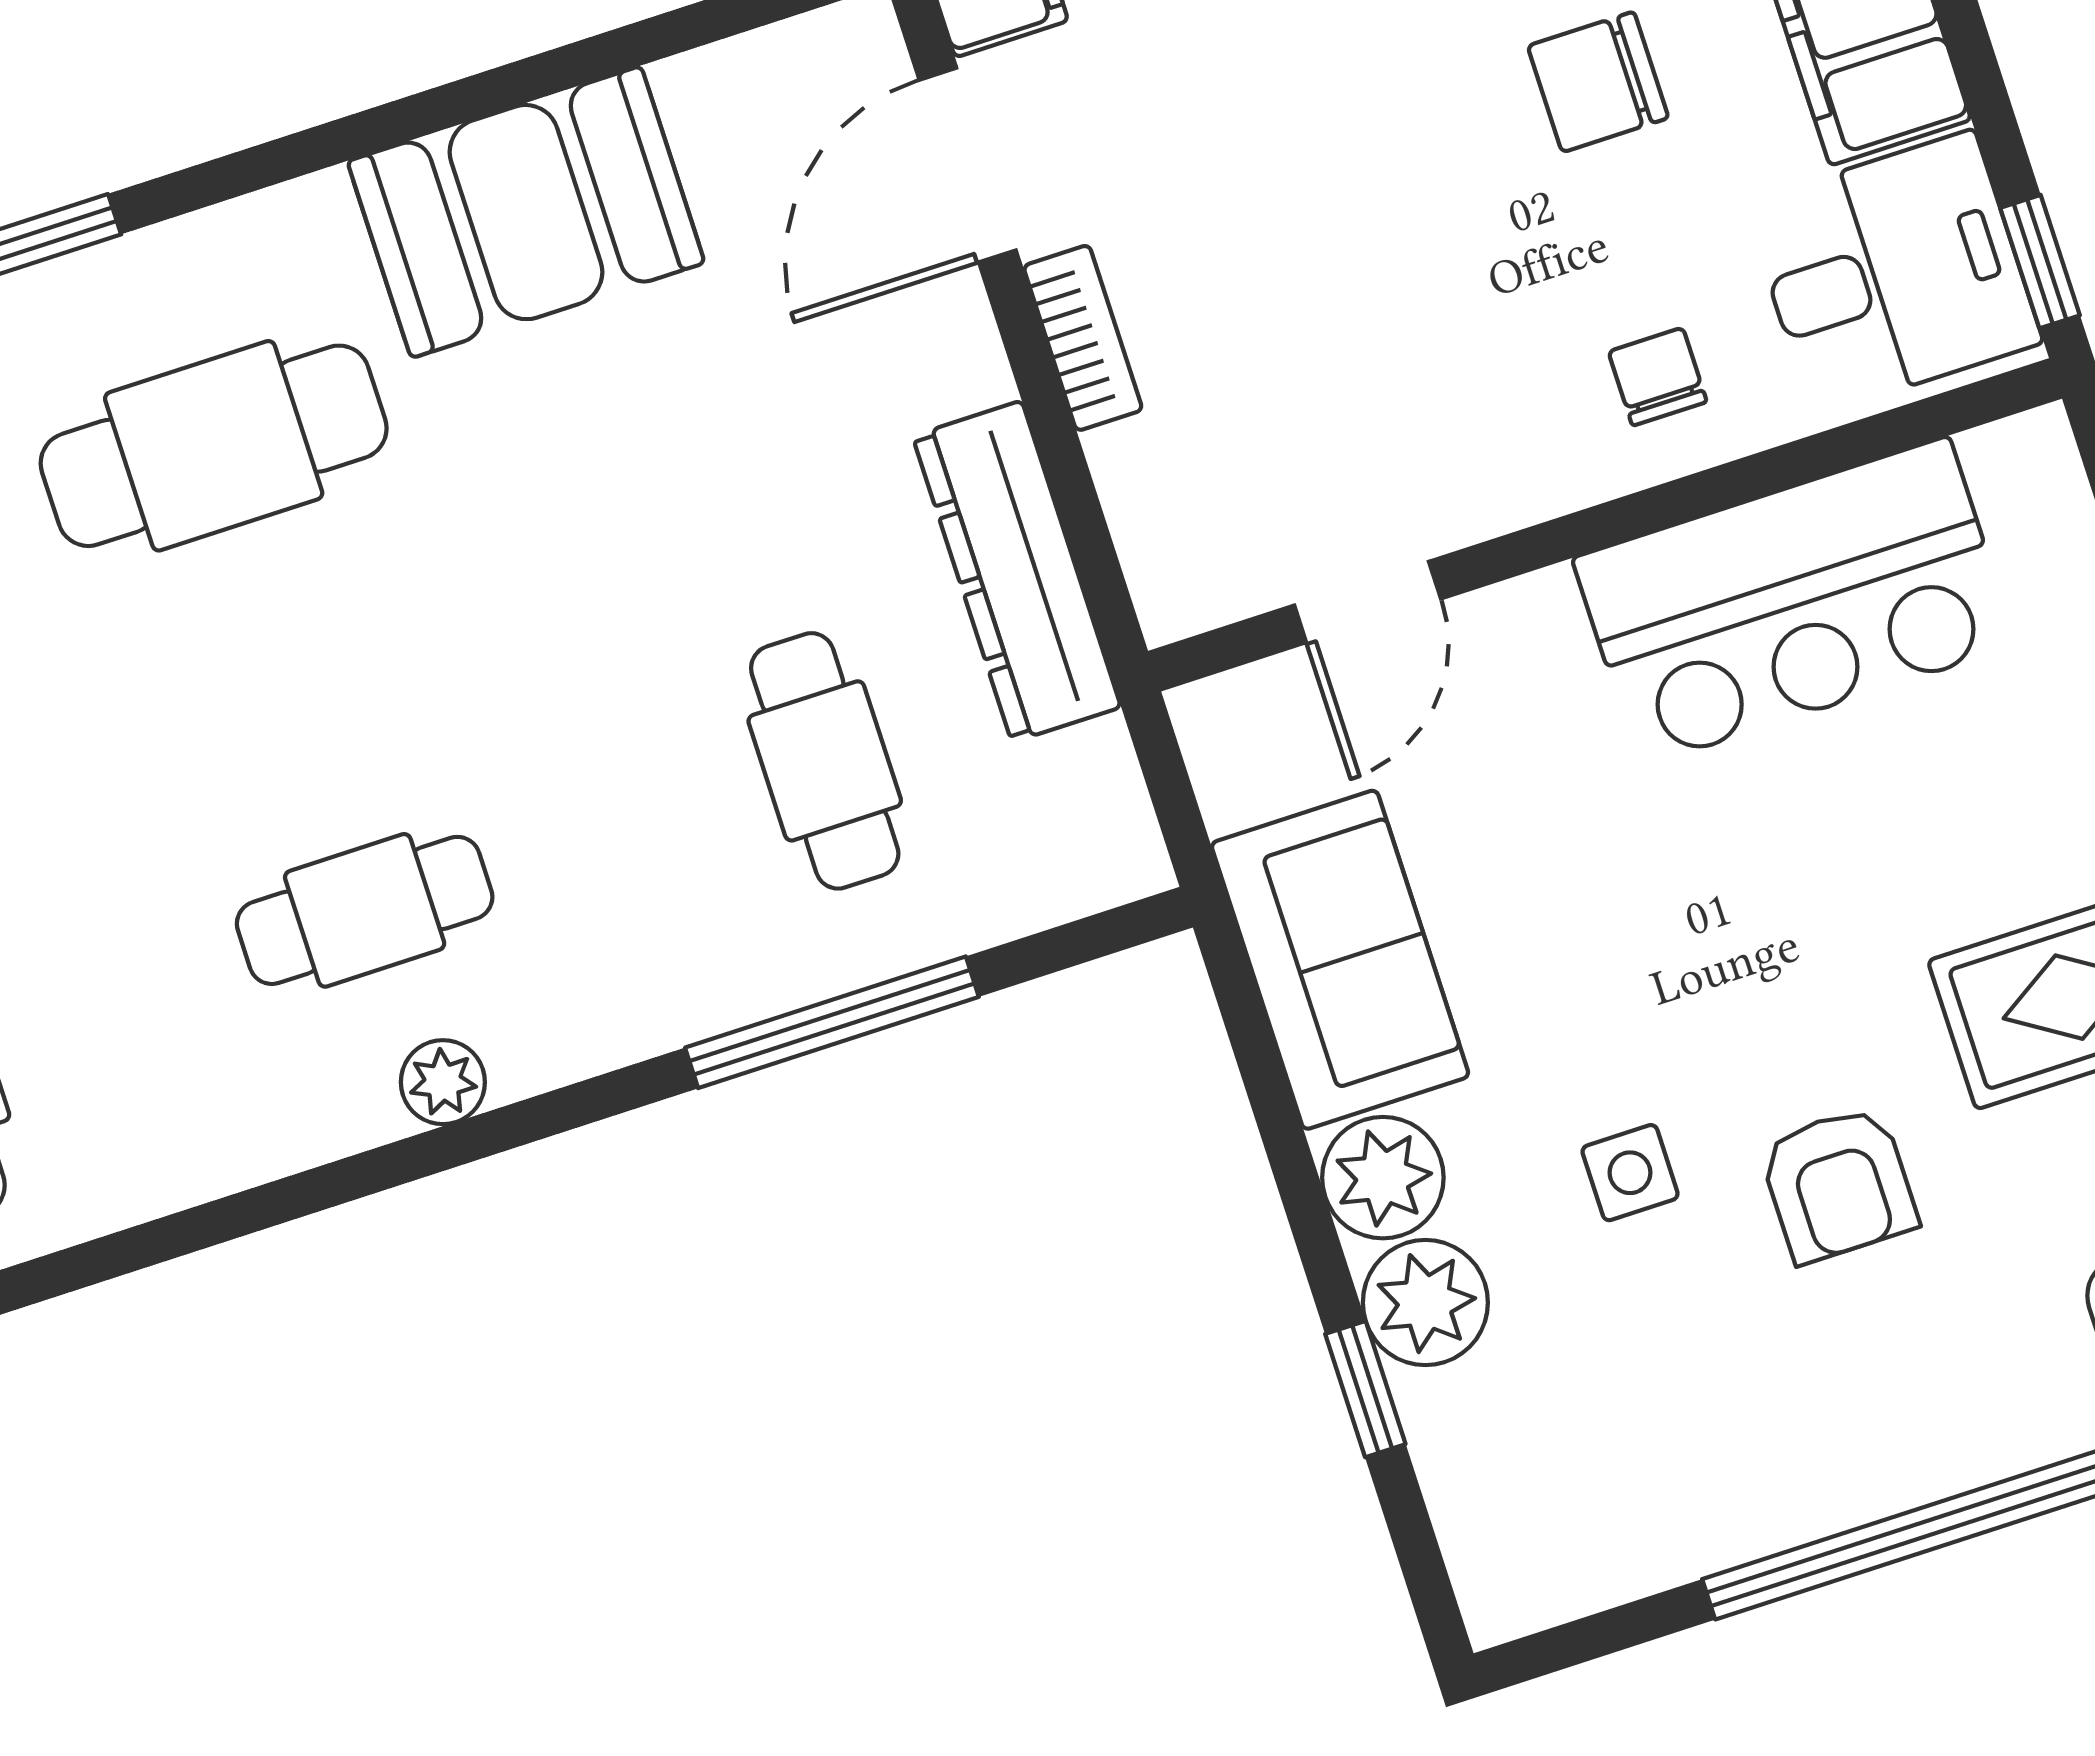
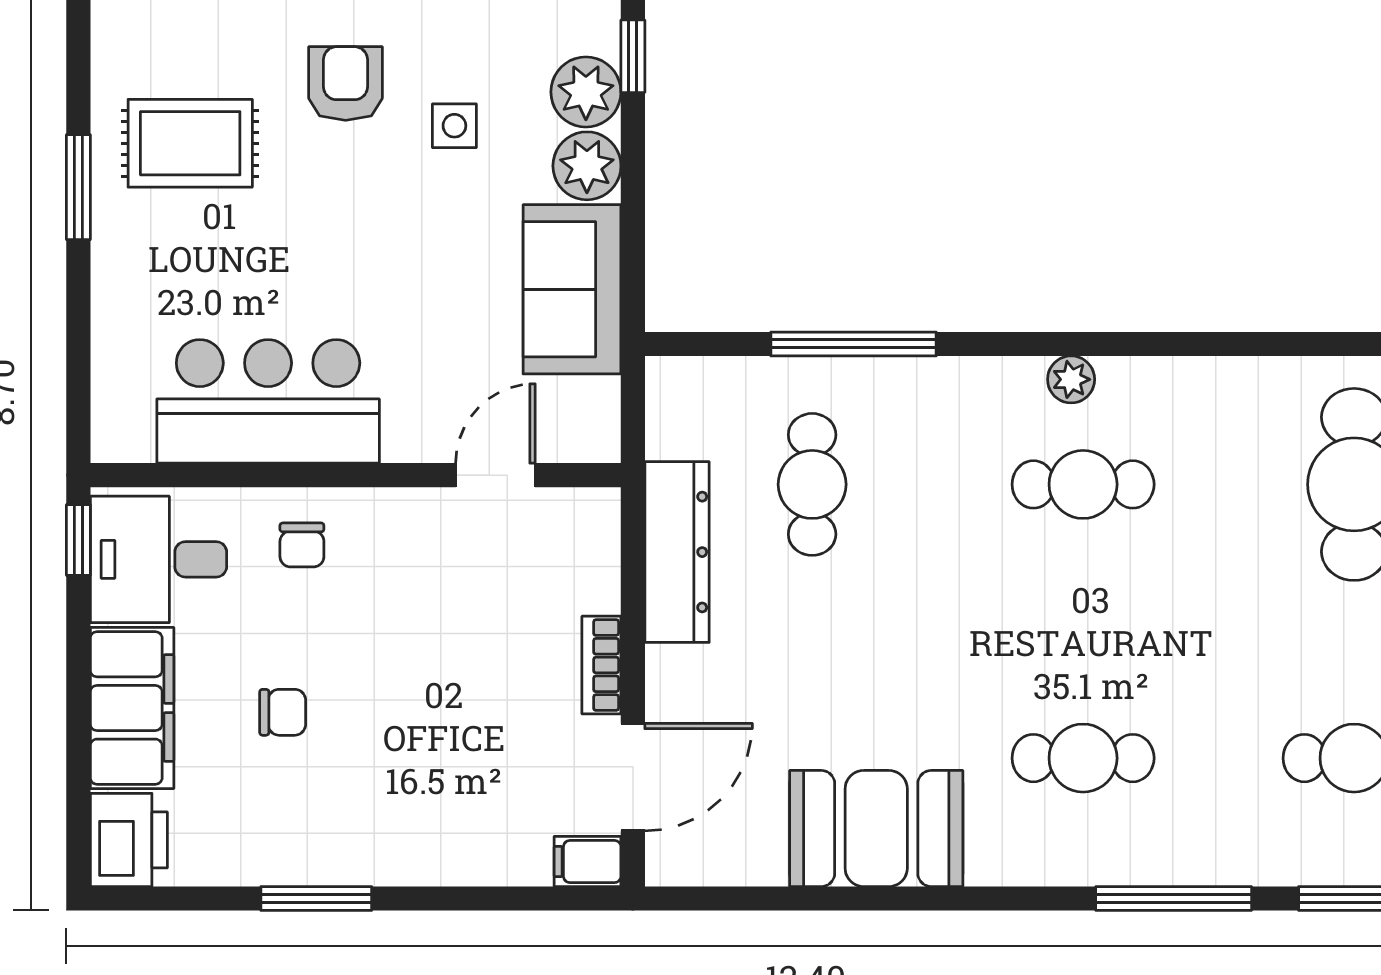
chair: (1598, 82) -> (283, 712), width x0.73, depth x0.73
cafe table: (214, 446) -> (1083, 758), width x0.73, depth x0.74

